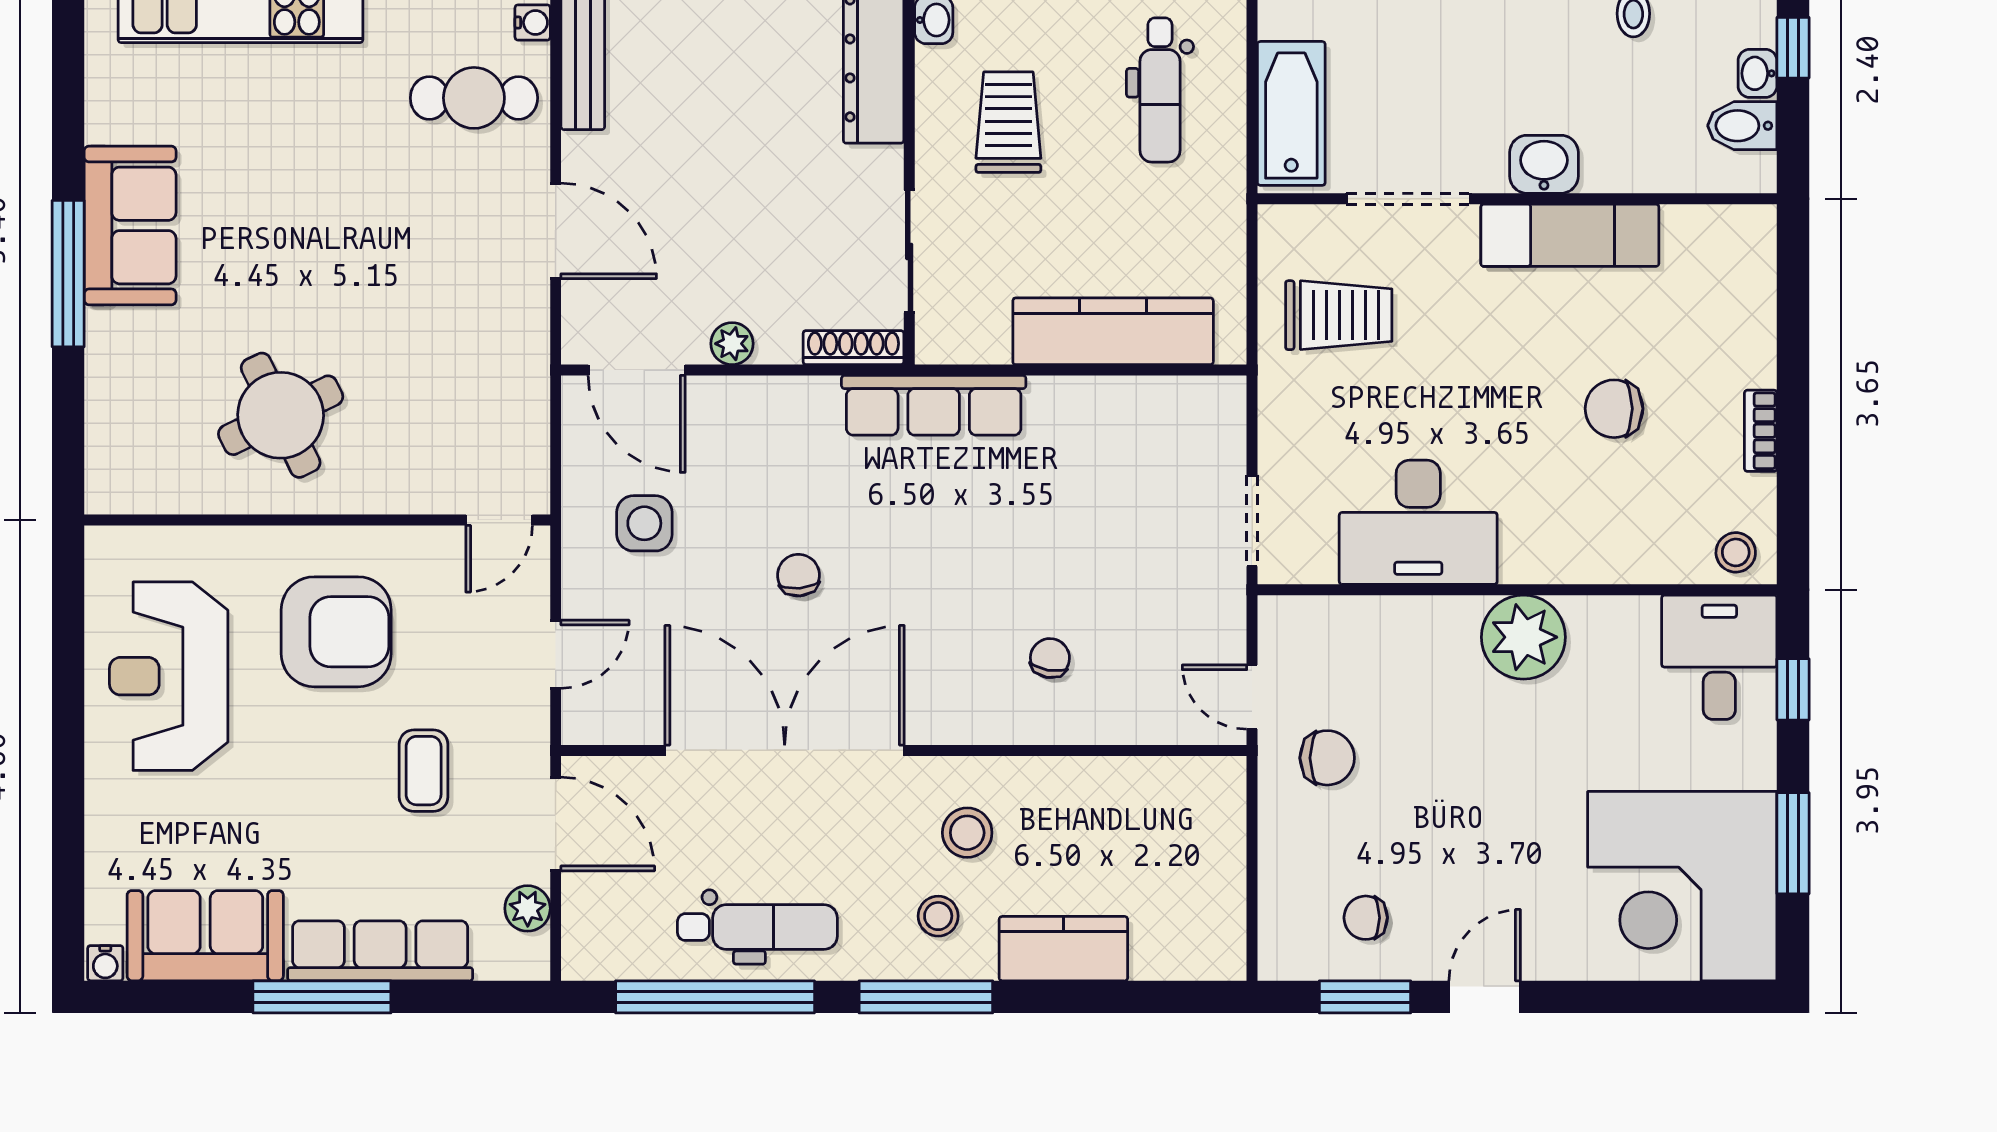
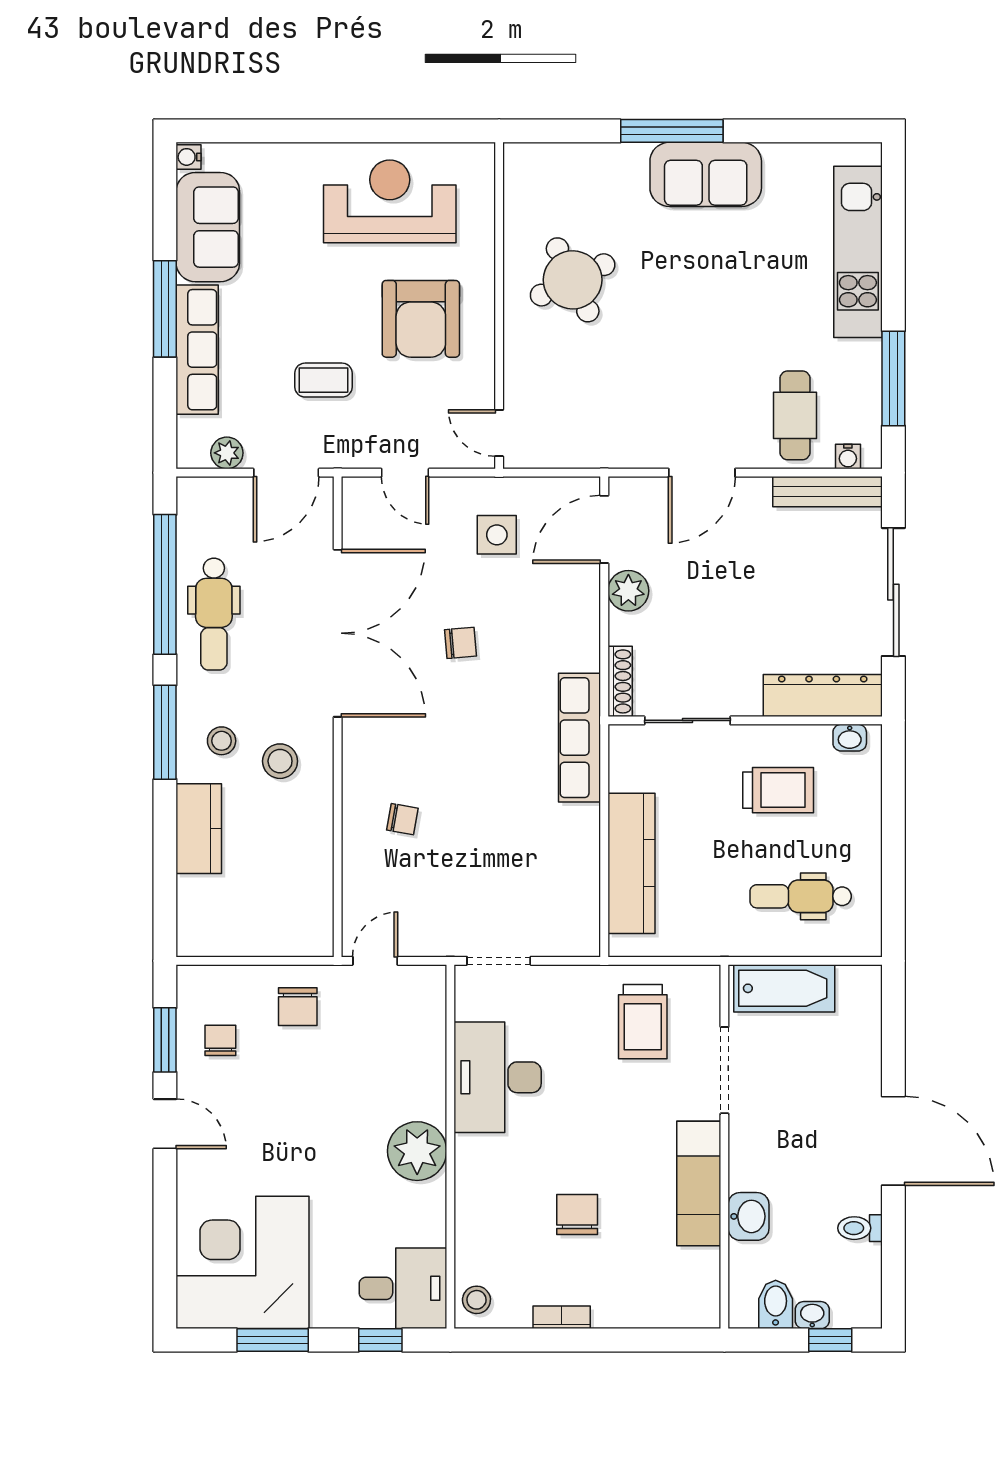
washbasin: (1544, 164) -> (749, 1216), moved
plant: (732, 344) -> (628, 591), width x1.38, depth x1.38
chair: (1327, 758) -> (298, 1007), moved

